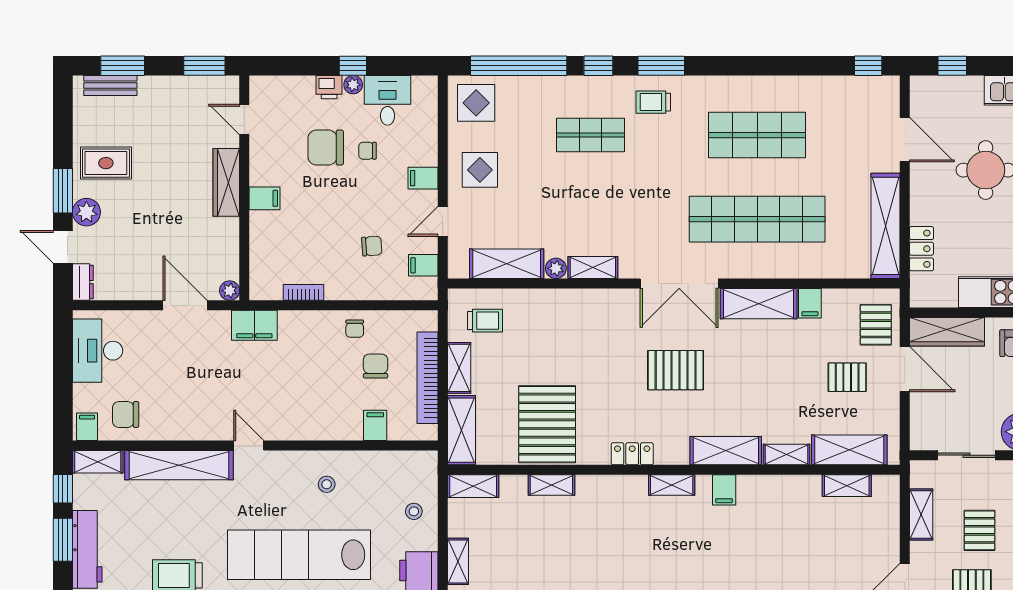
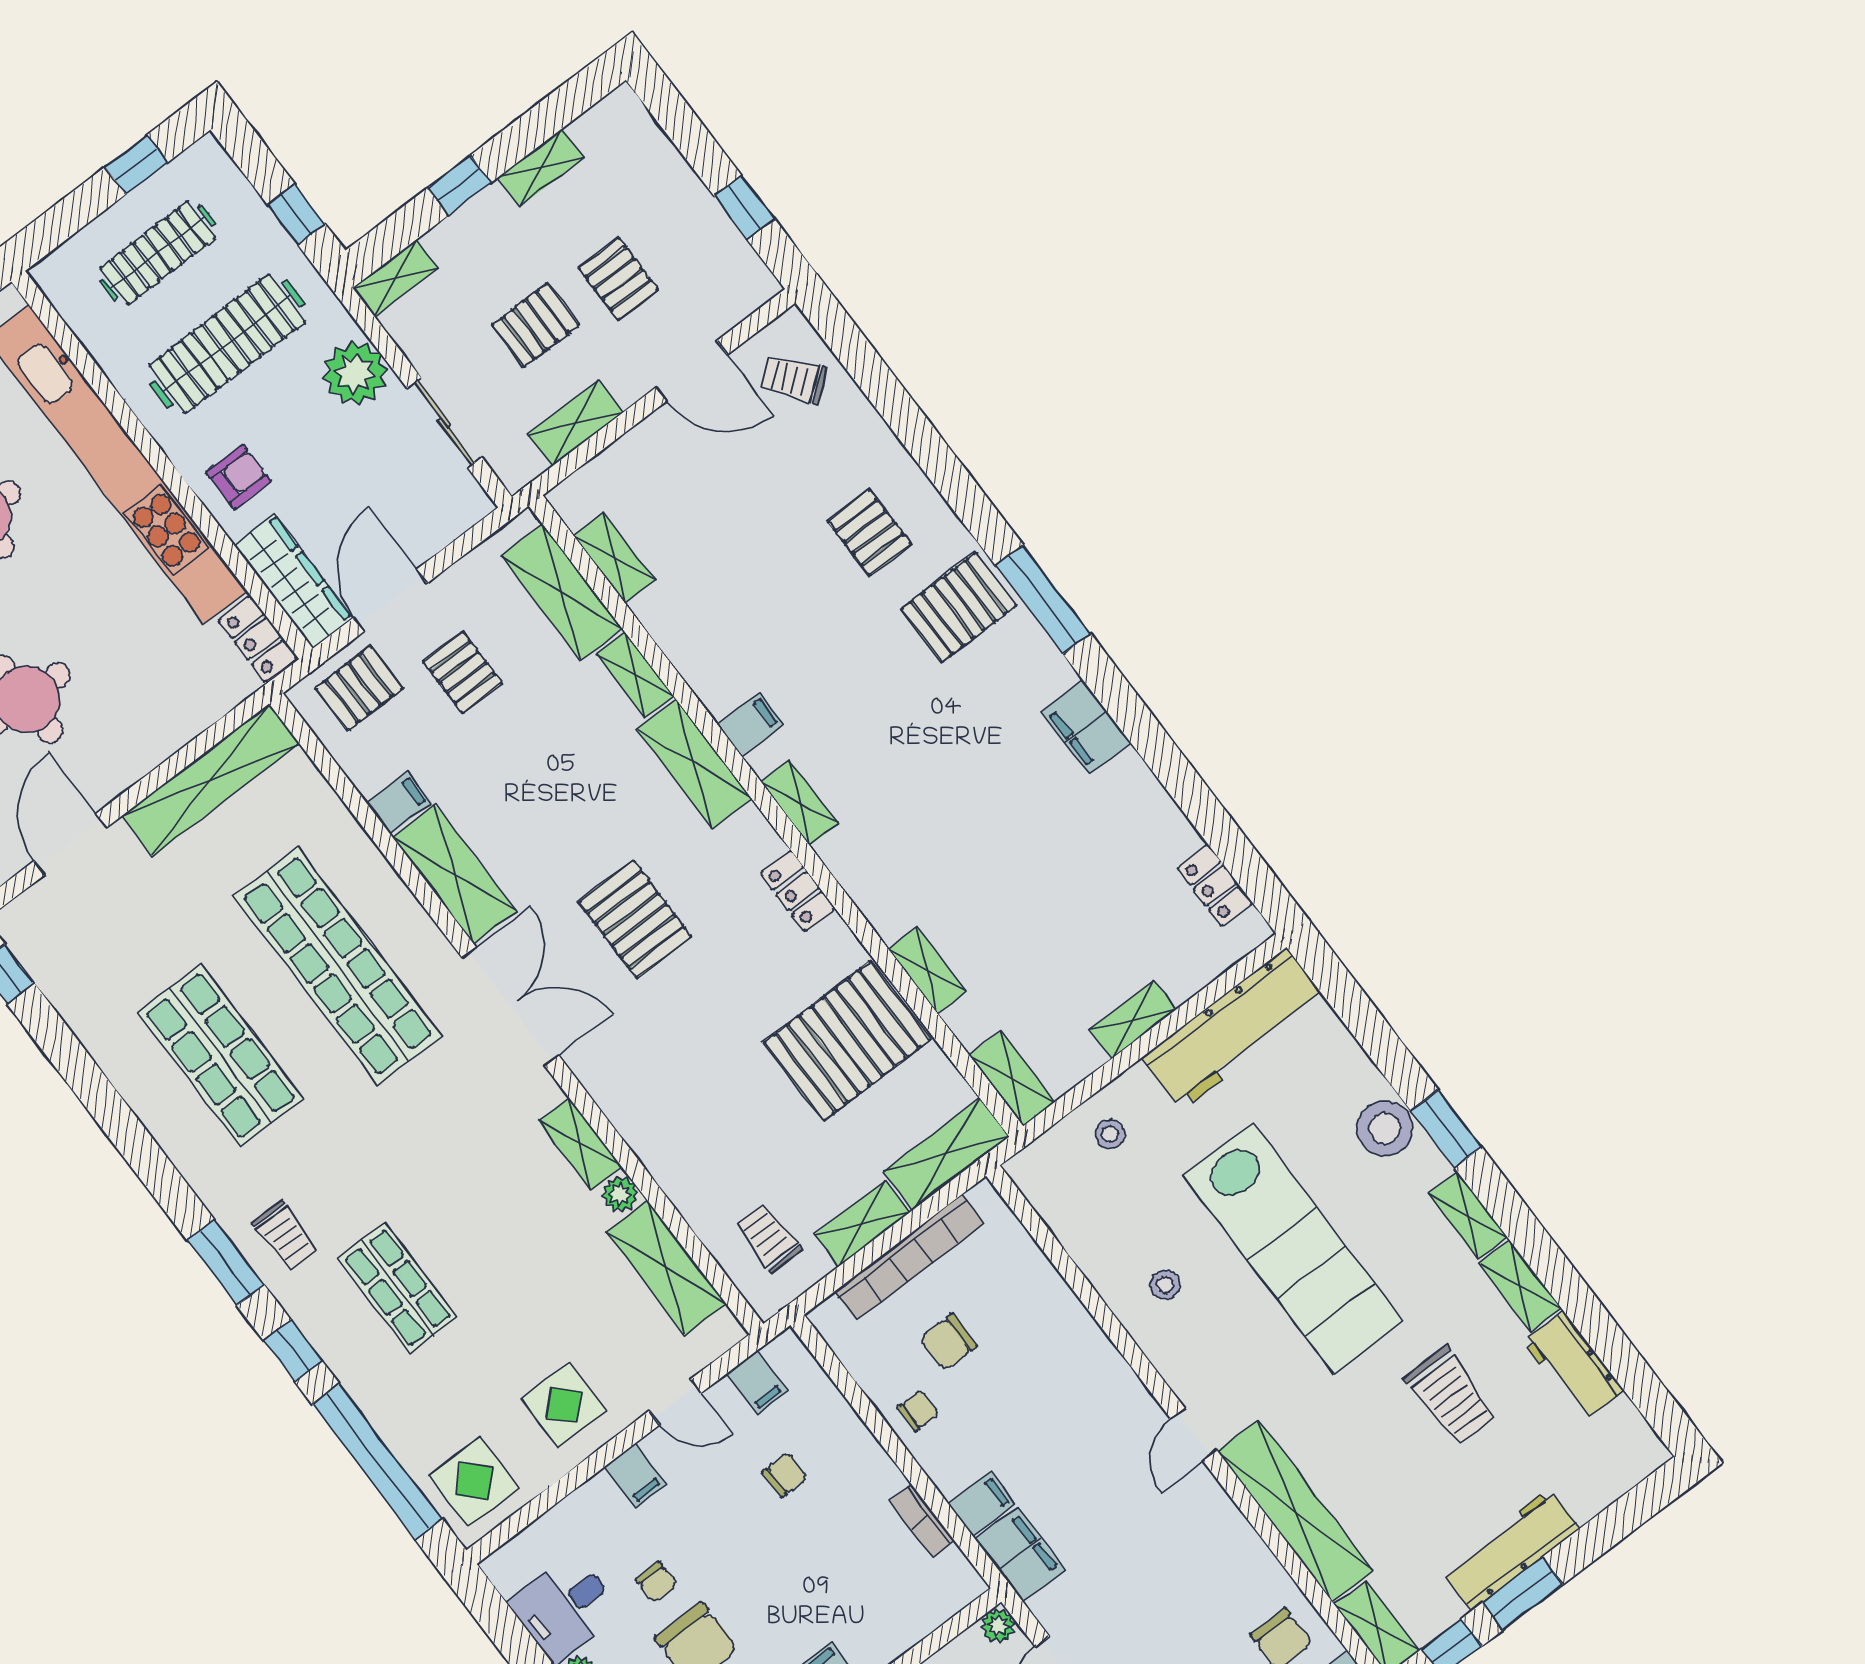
chair: (372, 246) -> (785, 1475), turned 94
locker: (921, 249) -> (258, 639), moved, turned -90
filing cabinet: (375, 425) -> (982, 1504), moved, turned 180

